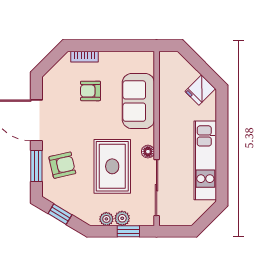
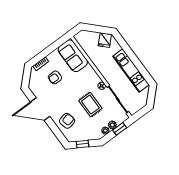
sofa: (138, 101) -> (73, 56), moved
window: (36, 166) -> (56, 130), removed
rug: (112, 166) -> (90, 105), width x0.73, depth x0.70

